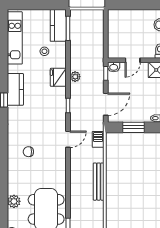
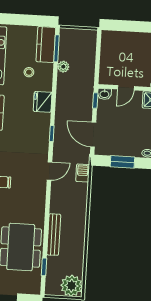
plant: (75, 77) -> (63, 67), moved
door: (106, 104) -> (93, 135), swing flipped
bench: (99, 182) -> (54, 235), moved

